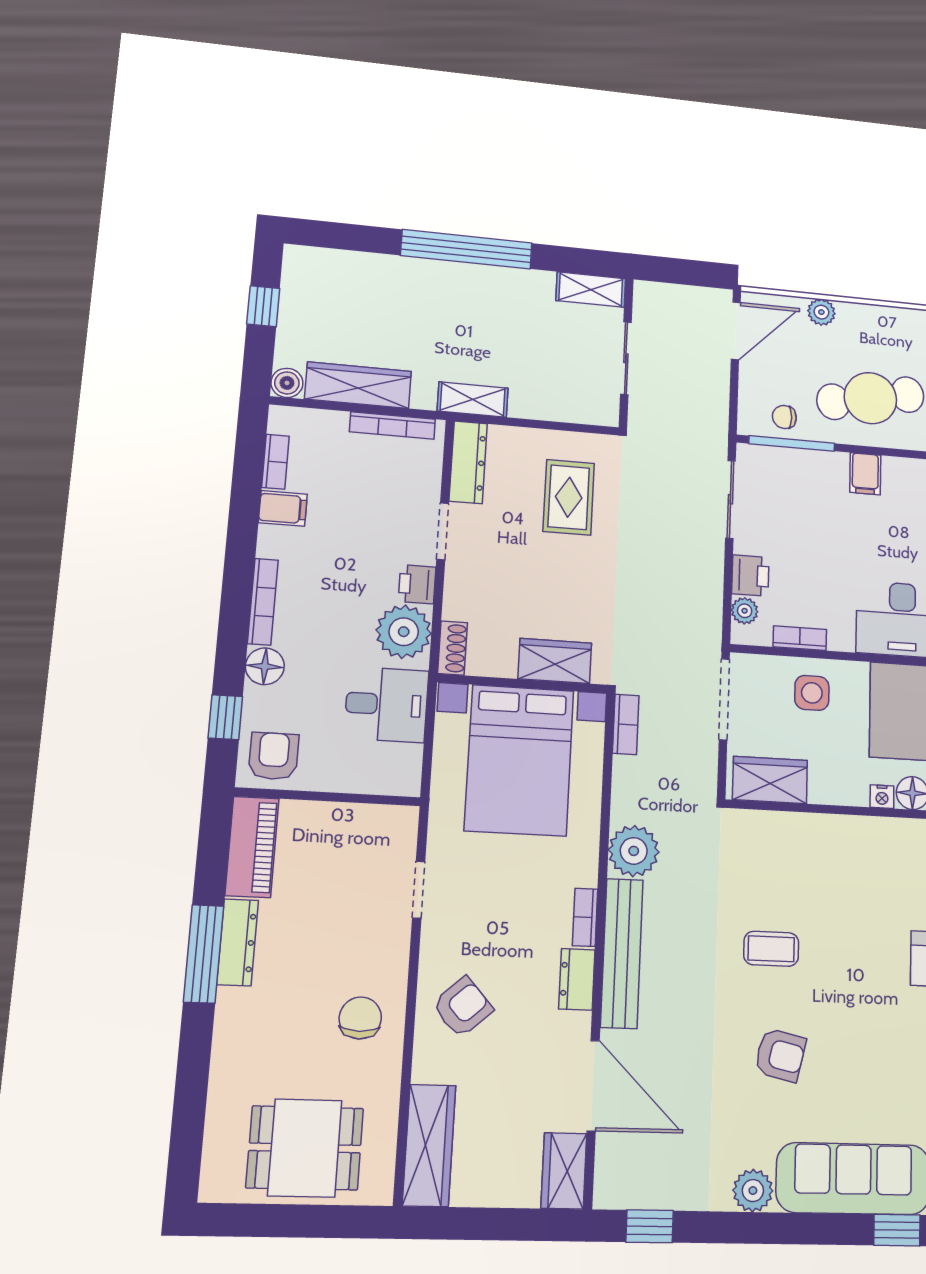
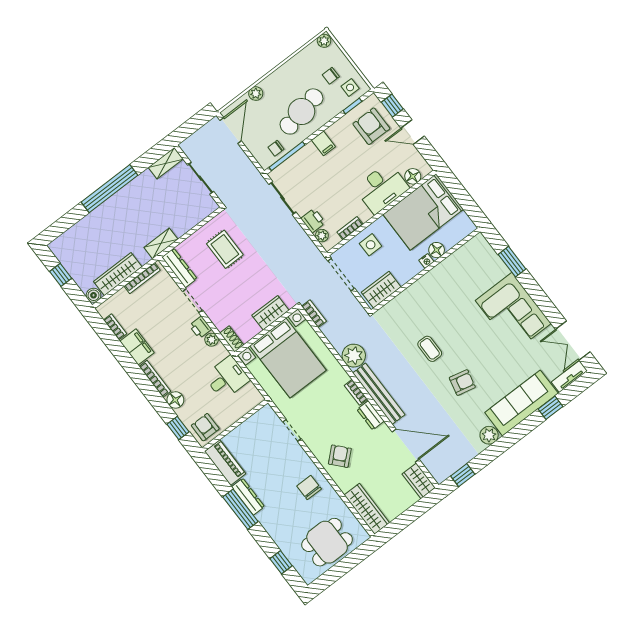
filing cabinet: (283, 508) -> (137, 347), width x2.00
plant: (404, 632) -> (212, 340), width x0.53, depth x0.53
coffee table: (771, 949) -> (430, 349), turned 90
window: (189, 1116) -> (281, 562), added

